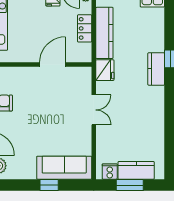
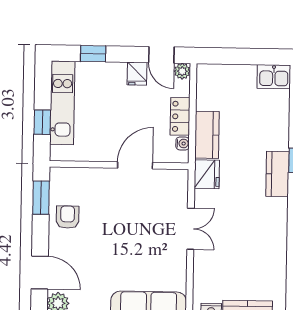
kitchen counter: (104, 33) -> (207, 135), width x0.67
water cooler: (87, 48) -> (183, 143), added

